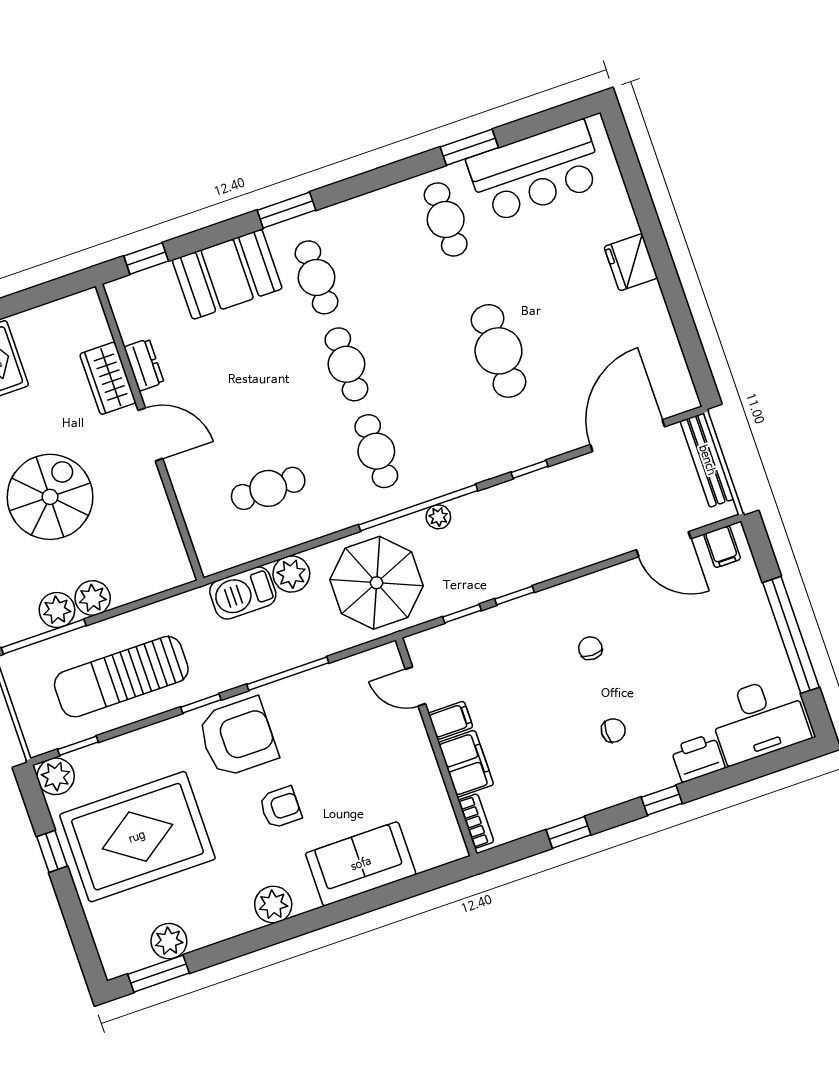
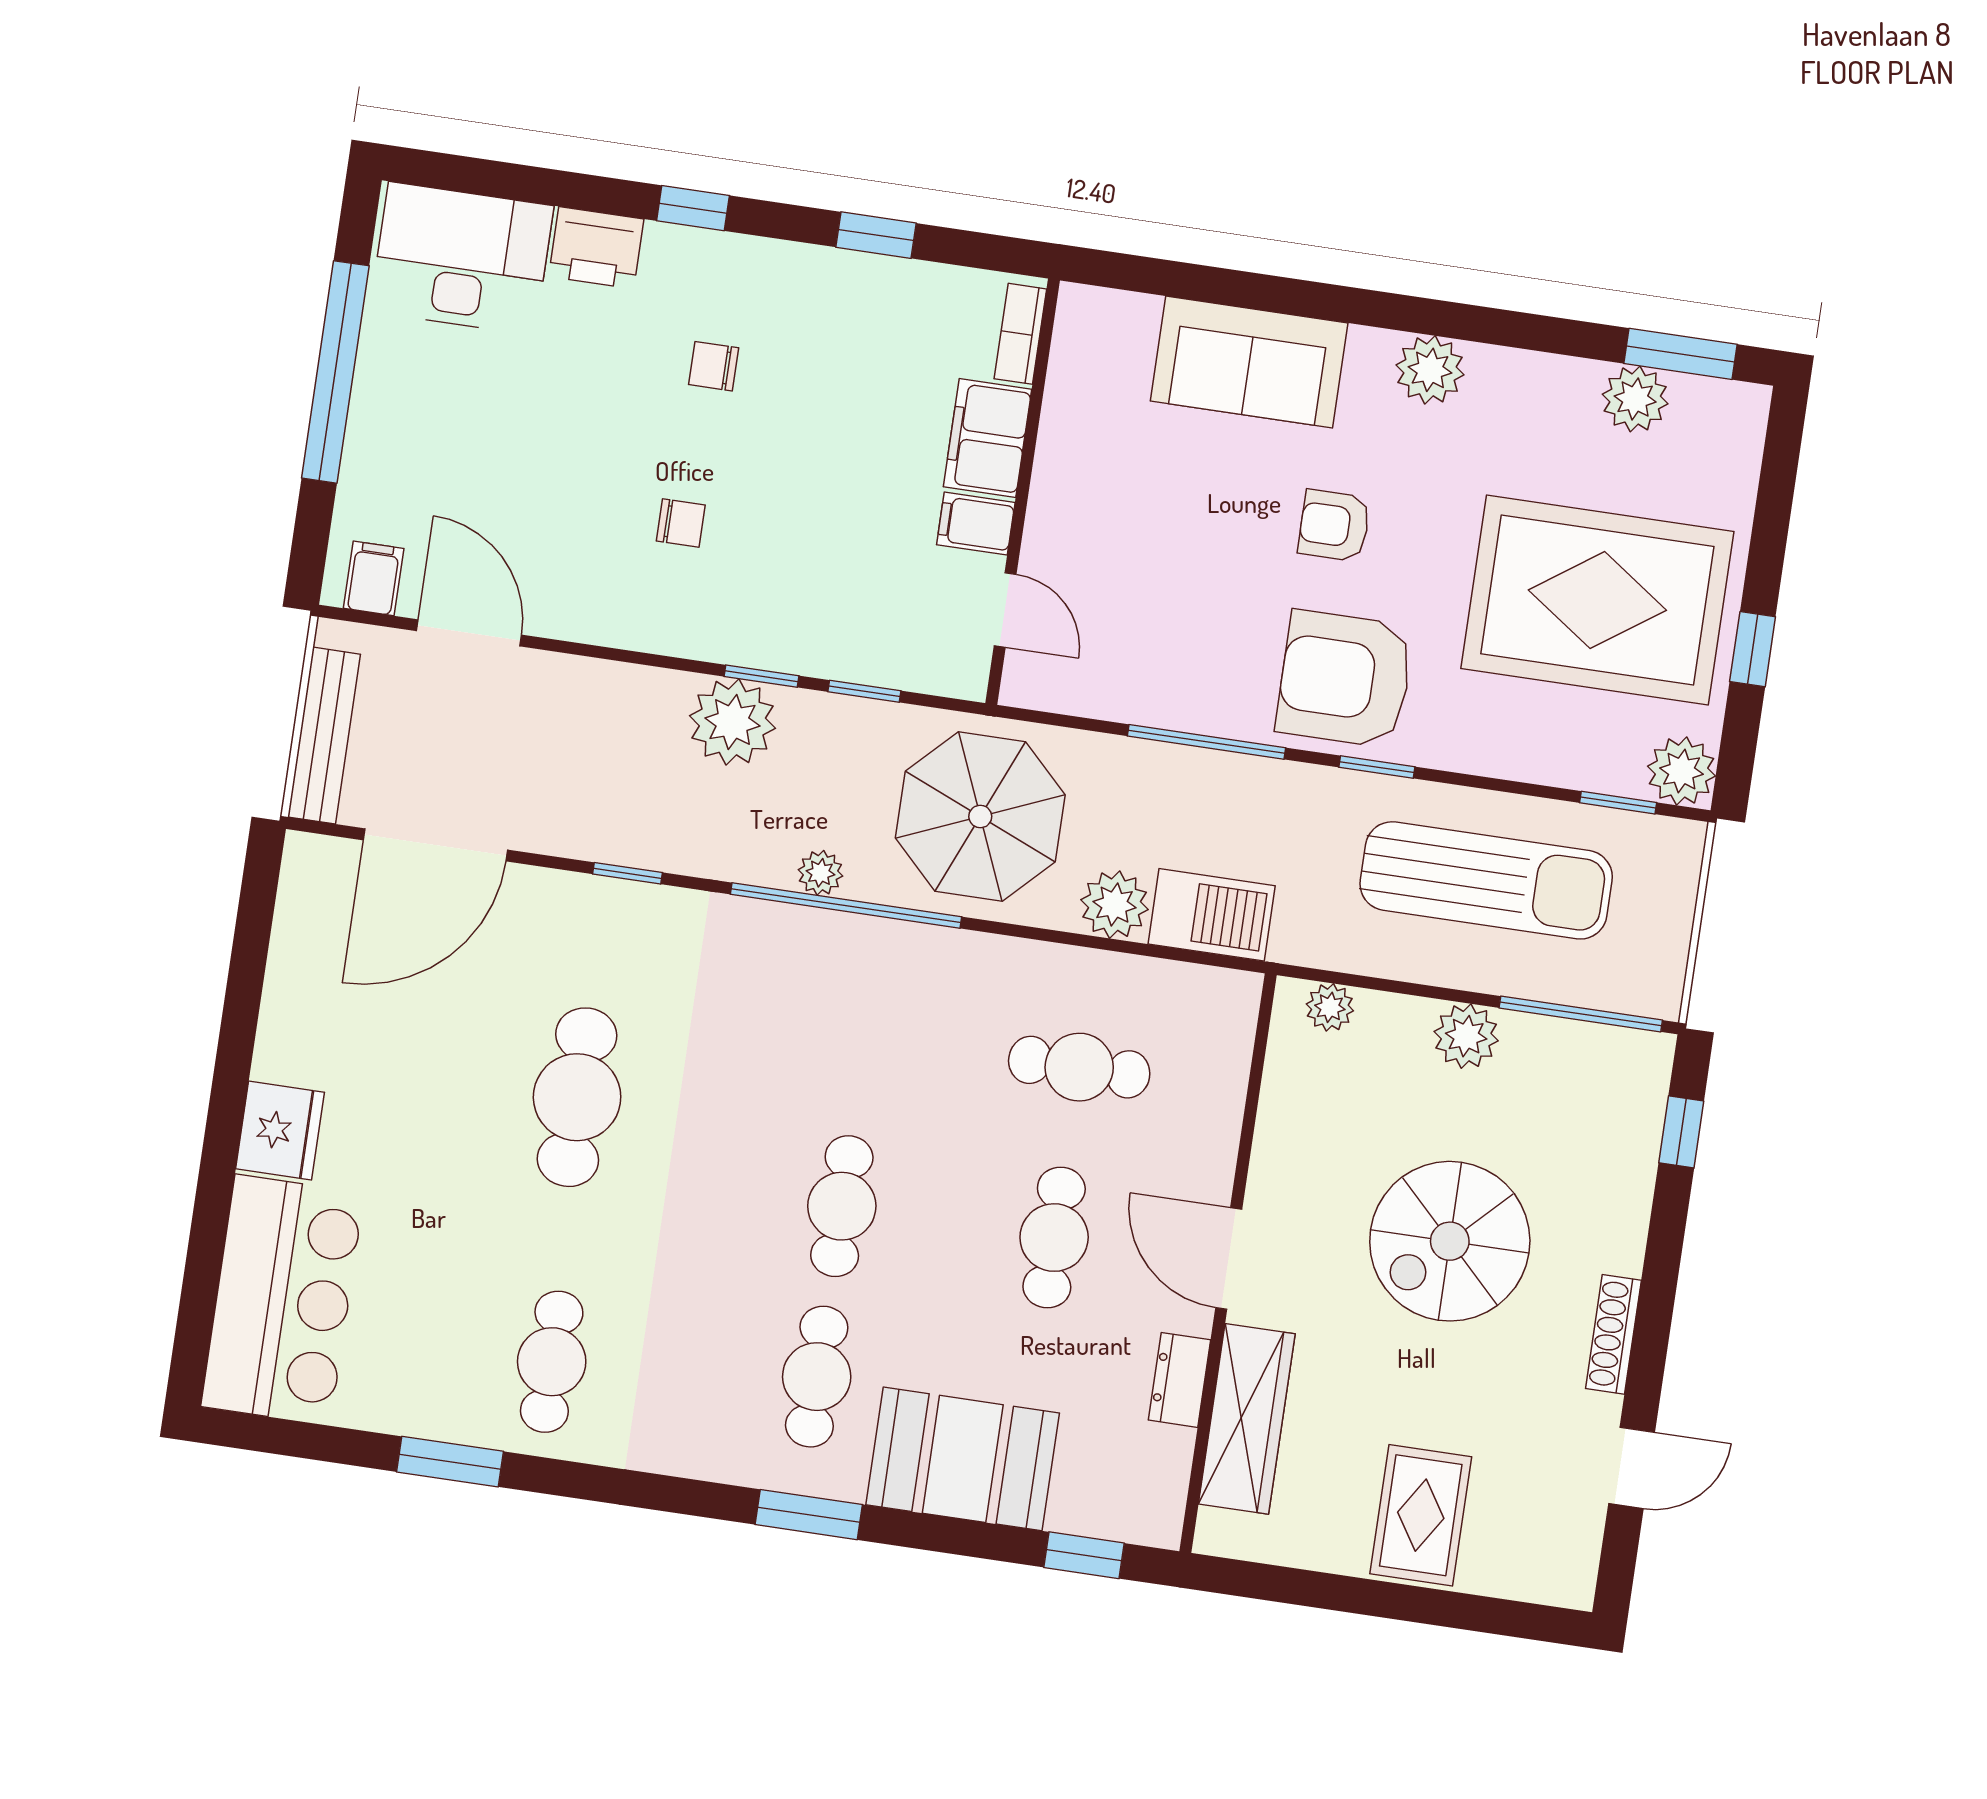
bar counter: (536, 171) -> (283, 1300), moved, turned 90
wardrobe: (108, 378) -> (1247, 1419), width x1.50
cafe table: (376, 451) -> (1054, 1238), moved
plant: (517, 567) -> (732, 722), added
plant: (57, 610) -> (1330, 1007), moved, width x0.73, depth x0.73
chair: (590, 648) -> (681, 523), turned -90

